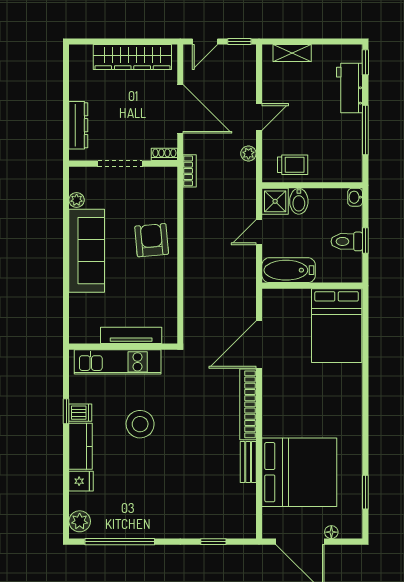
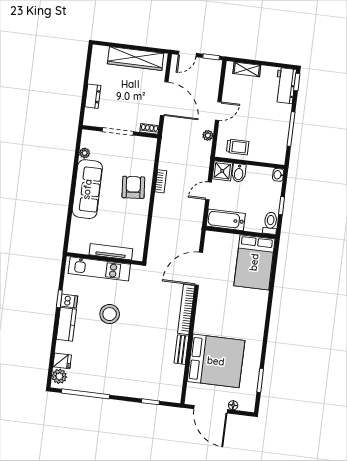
workbench: (350, 88) -> (285, 86), moved
dresser: (78, 125) -> (93, 96), width x0.70
bookcase: (190, 171) -> (161, 181), moved
toilet: (347, 241) -> (270, 223), moved, turned 90
fridge: (81, 481) -> (62, 361), moved

